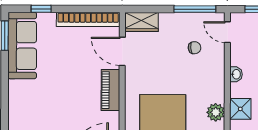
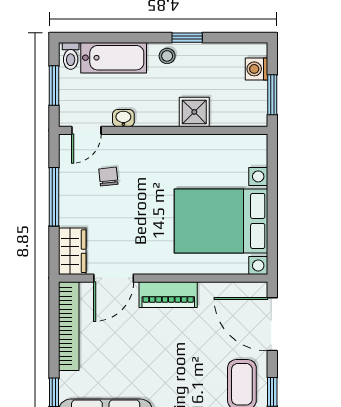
window: (195, 9) -> (54, 197), moved
washbasin: (236, 74) -> (123, 118), moved
plant: (216, 112) -> (199, 147), removed

